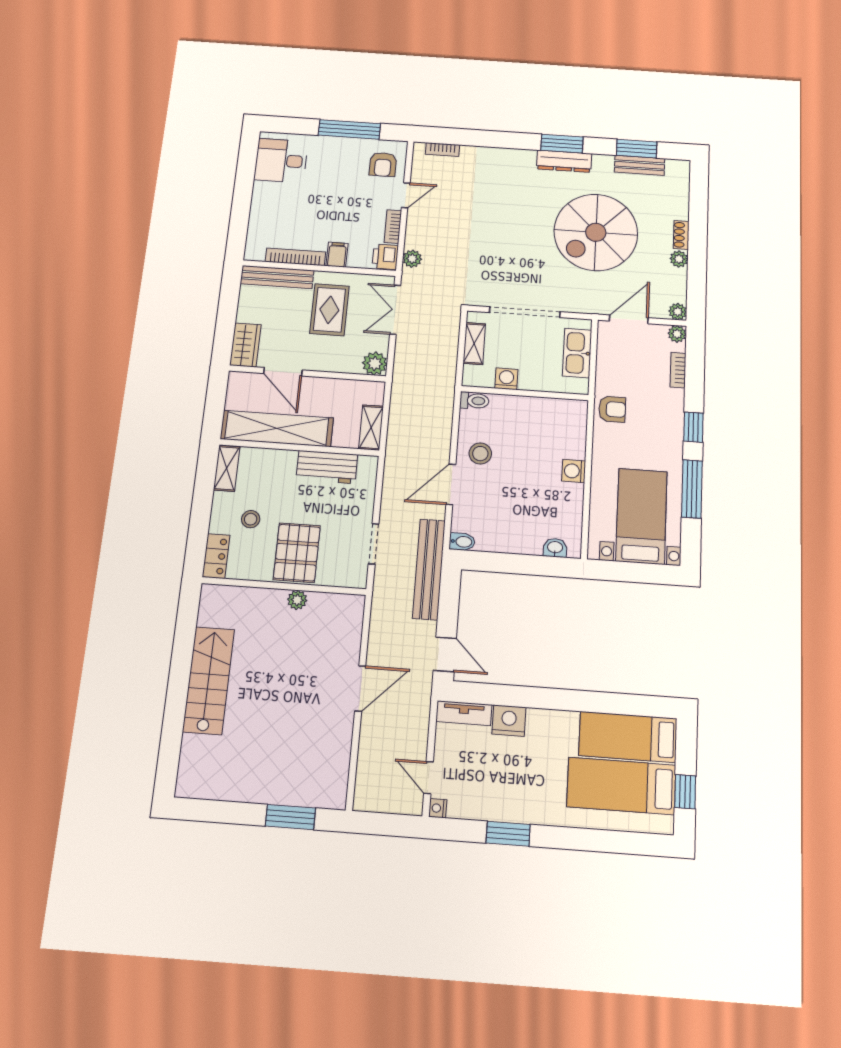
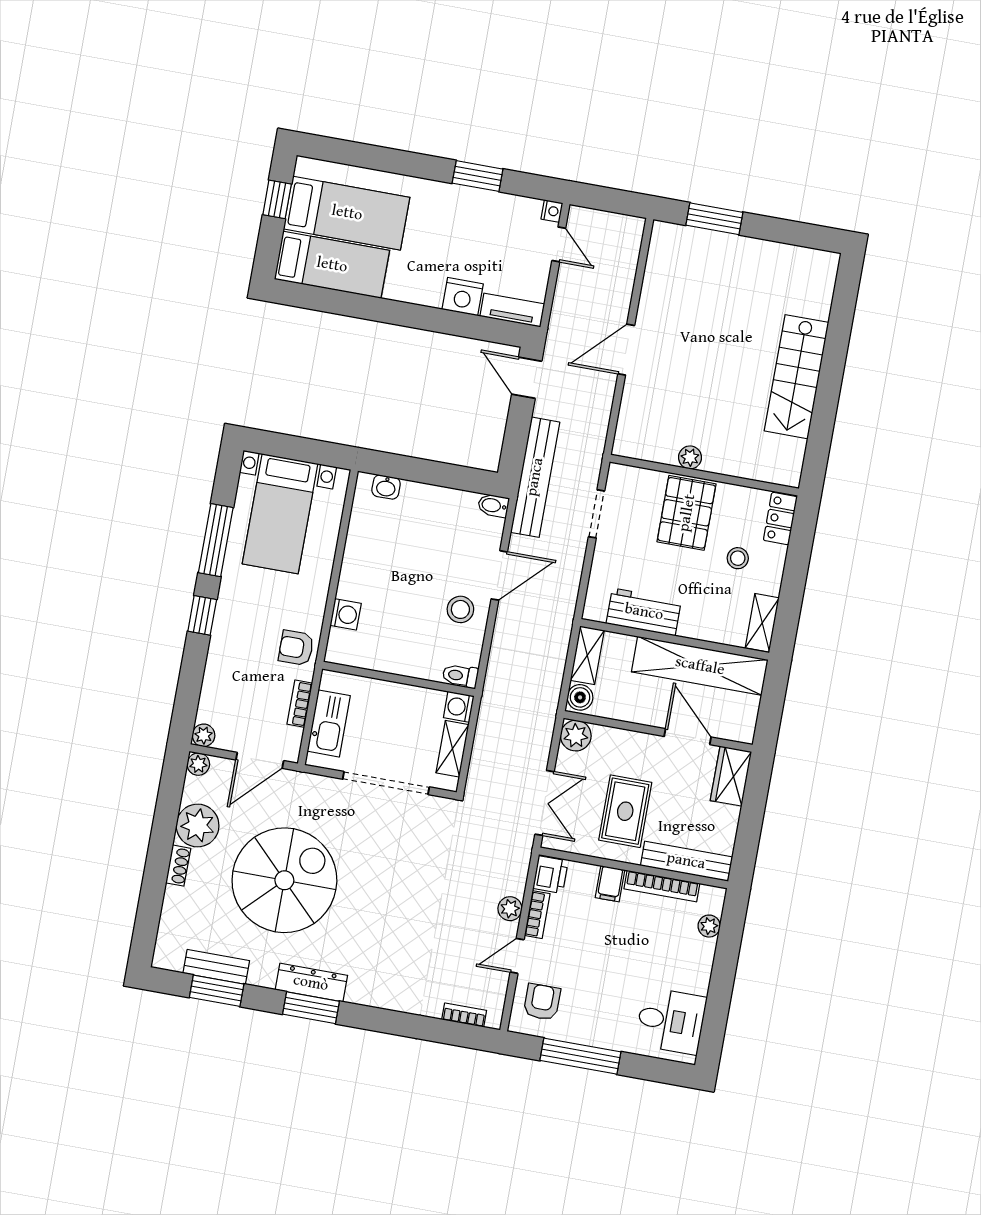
plant: (256, 231) -> (709, 926), added
plant: (412, 259) -> (510, 909), moved
plant: (679, 259) -> (198, 825), width x1.87, depth x1.87
bookcase: (678, 370) -> (300, 704), moved, turned 180
washing machine: (506, 379) -> (459, 707), moved, turned 90
boiler: (374, 394) -> (580, 697), added
washing machine: (574, 471) -> (346, 614), moved

